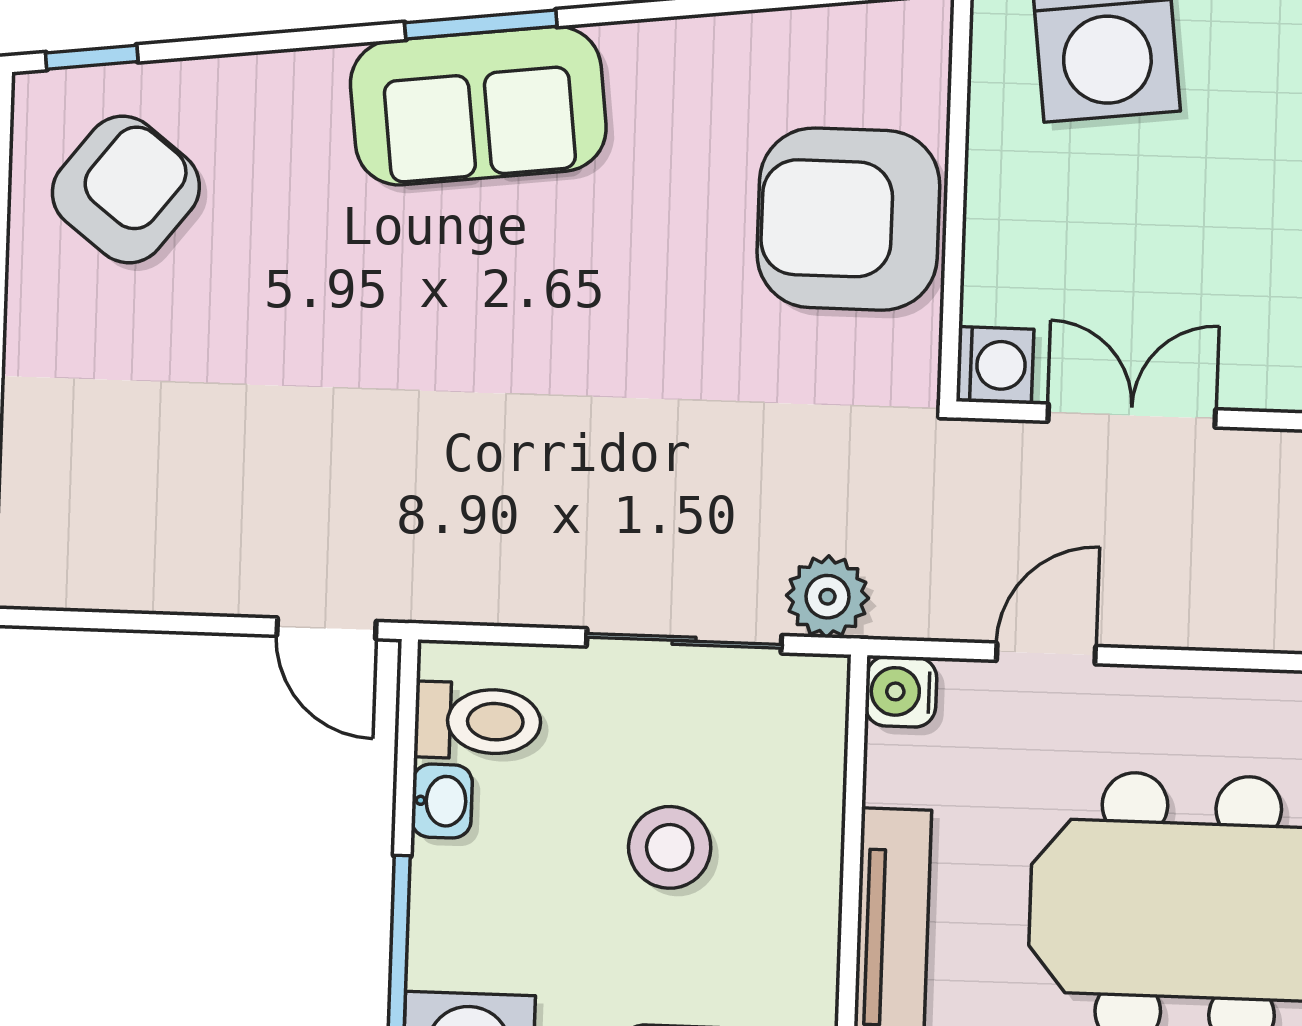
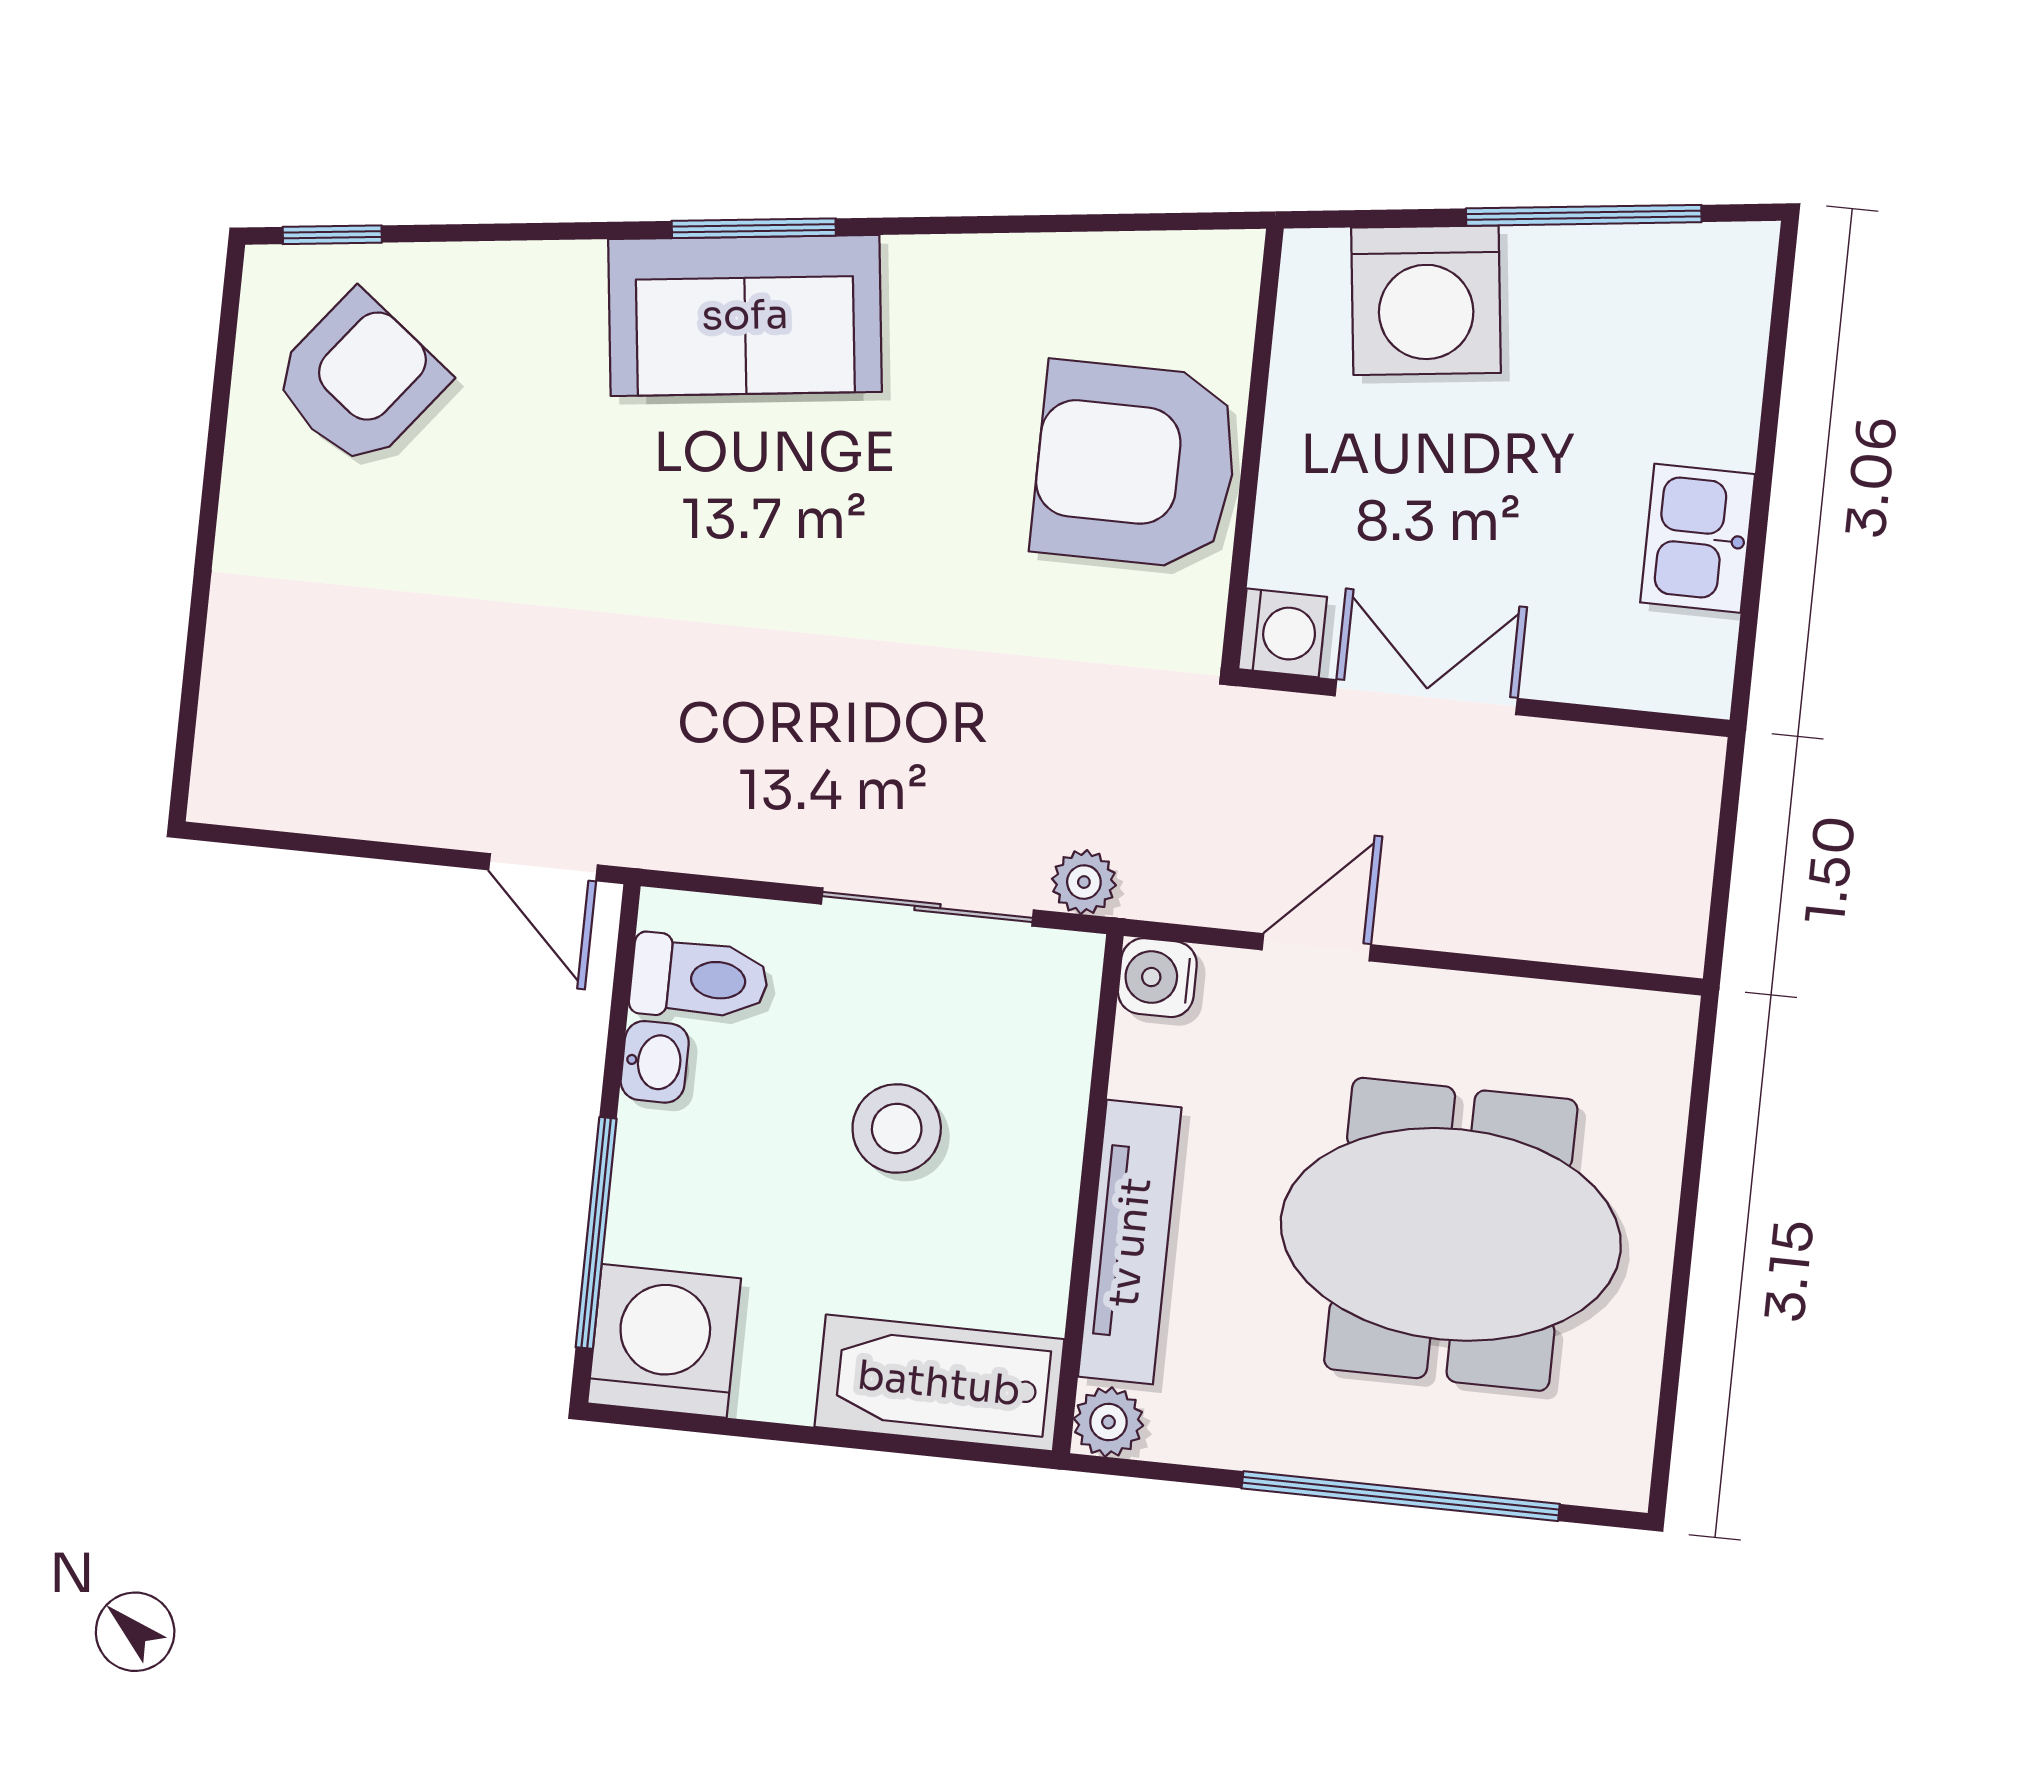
plant: (827, 597) -> (1084, 882), width x0.73, depth x0.73

